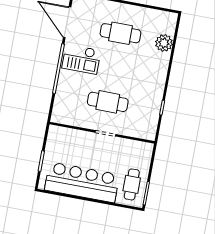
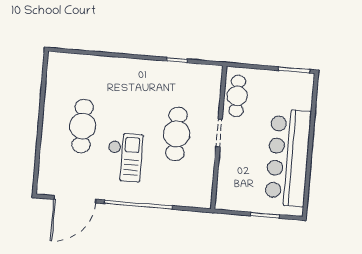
plant: (164, 43) -> (90, 66), removed
checkout: (81, 59) -> (125, 157), moved
cafe table: (132, 184) -> (237, 96), moved, turned 90

